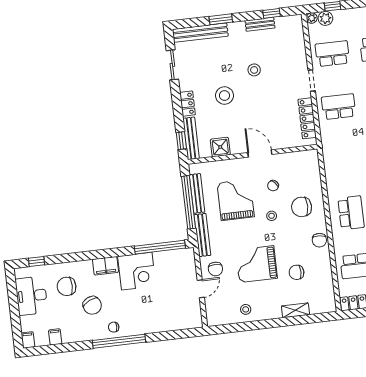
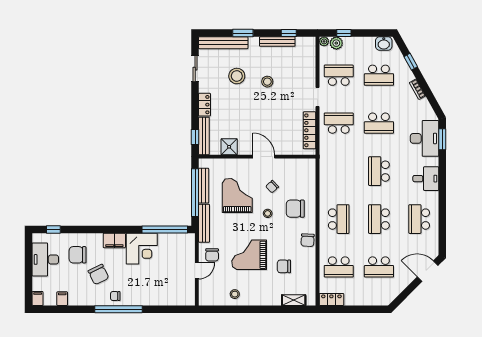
bench: (260, 24) -> (277, 42), width x1.36
stool: (224, 96) -> (237, 76), moved
shelving: (296, 310) -> (294, 300), moved

